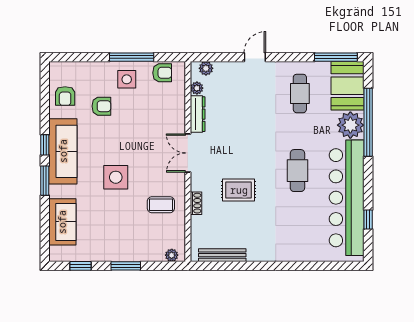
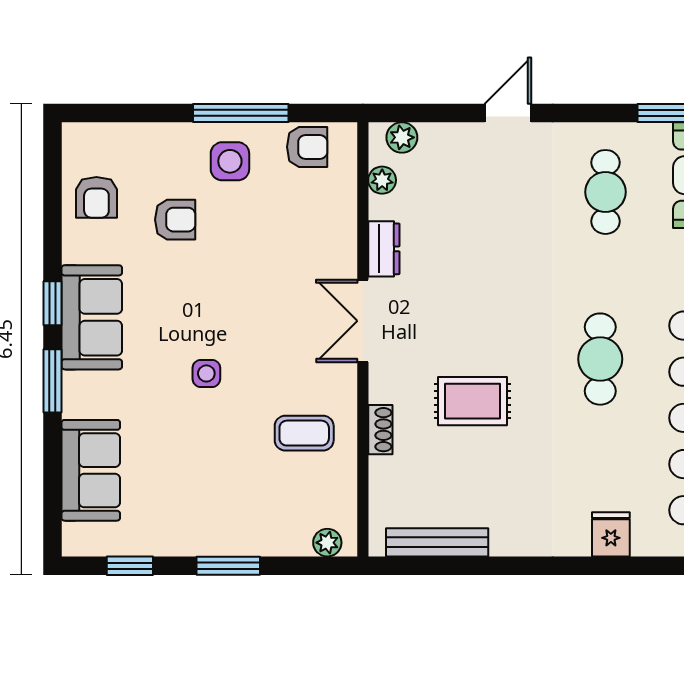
dresser: (198, 114) -> (384, 249), width x0.70
sofa: (63, 151) -> (92, 317), width x0.73
side table: (116, 177) -> (206, 373), width x0.54, depth x0.54
fridge: (302, 251) -> (611, 534), added

